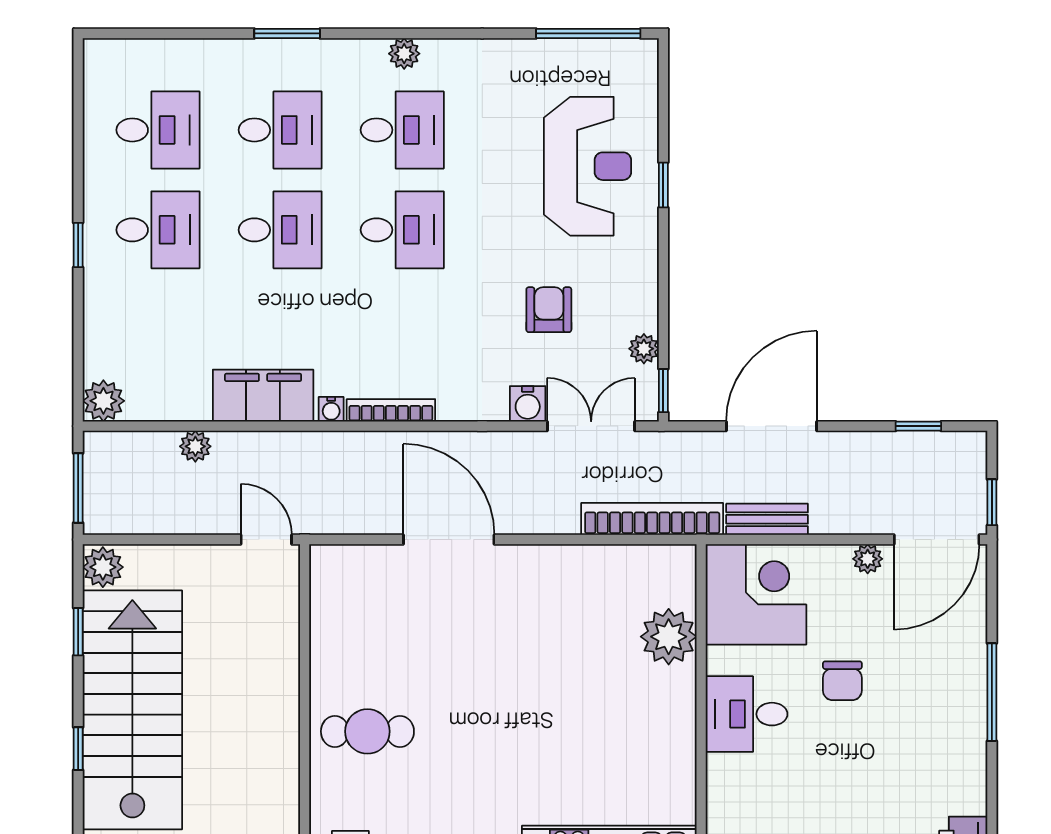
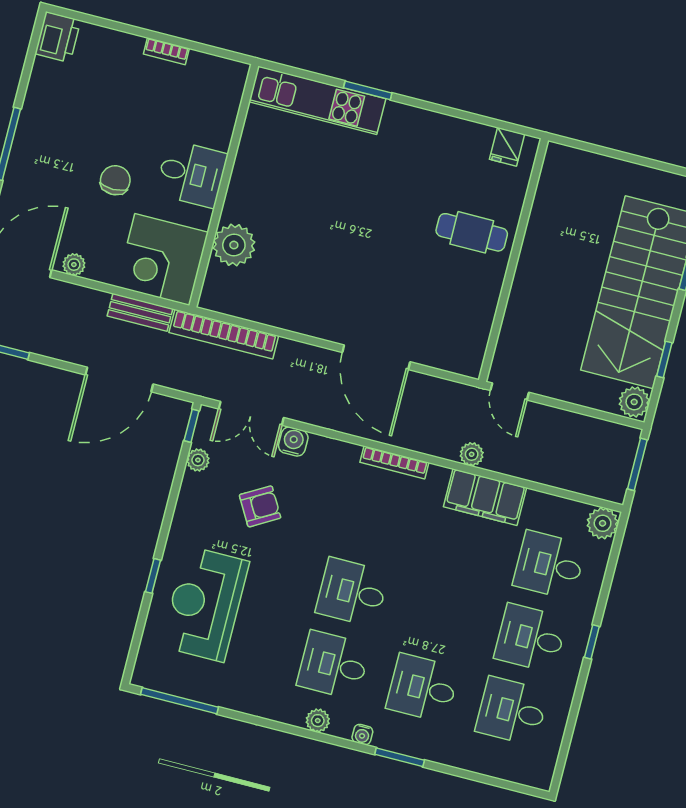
desk: (280, 230) -> (549, 565), moved
armchair: (549, 310) -> (260, 506), turned -120
water cooler: (331, 409) -> (362, 734), moved, turned 180
plant: (195, 446) -> (472, 454), moved

